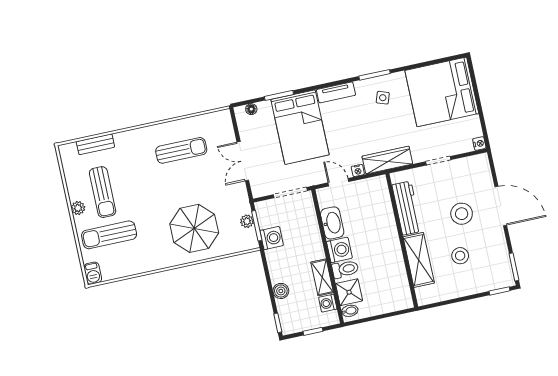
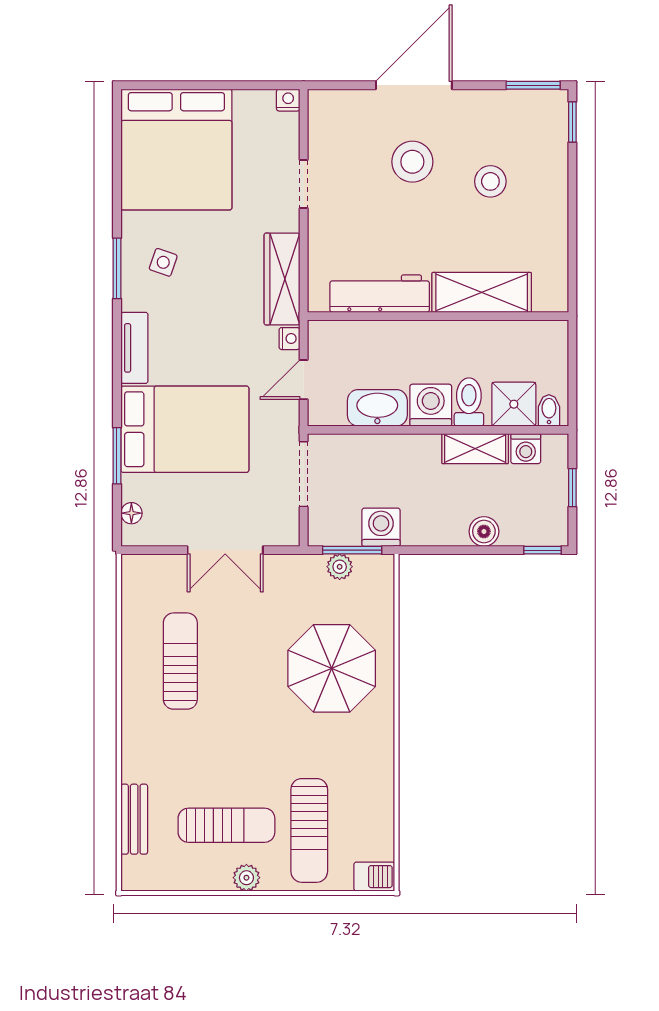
workbench: (407, 208) -> (380, 294), moved
wall: (402, 240) -> (438, 316), moved
shelving: (419, 260) -> (482, 292), moved

